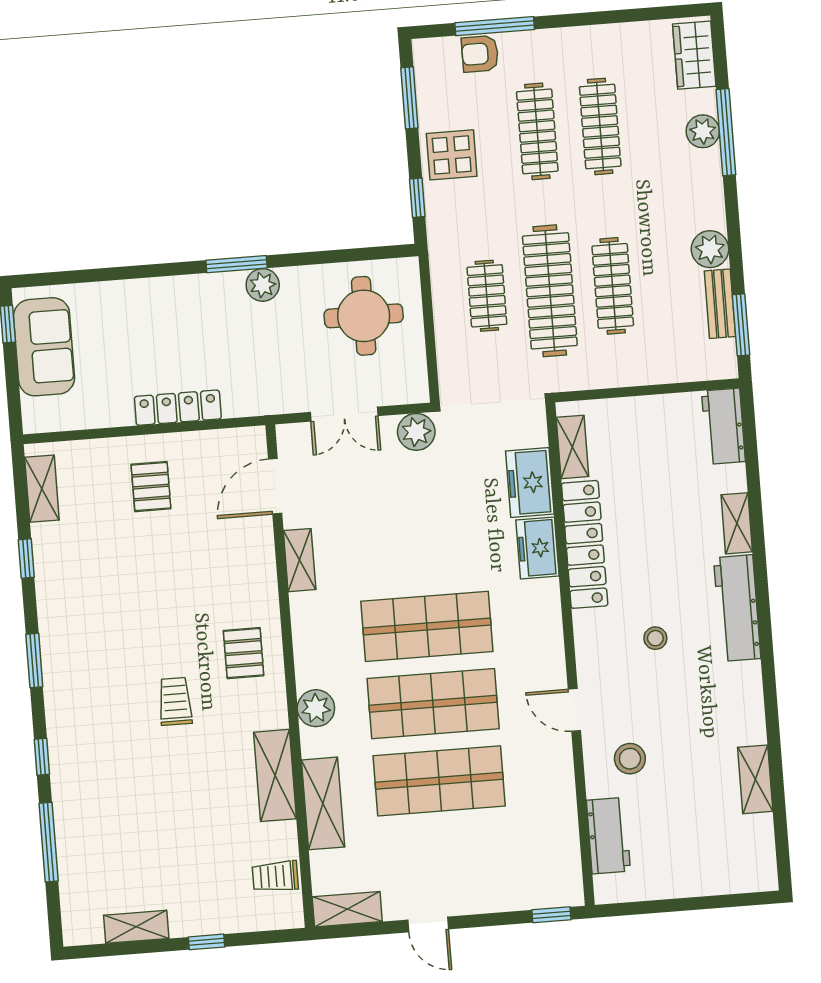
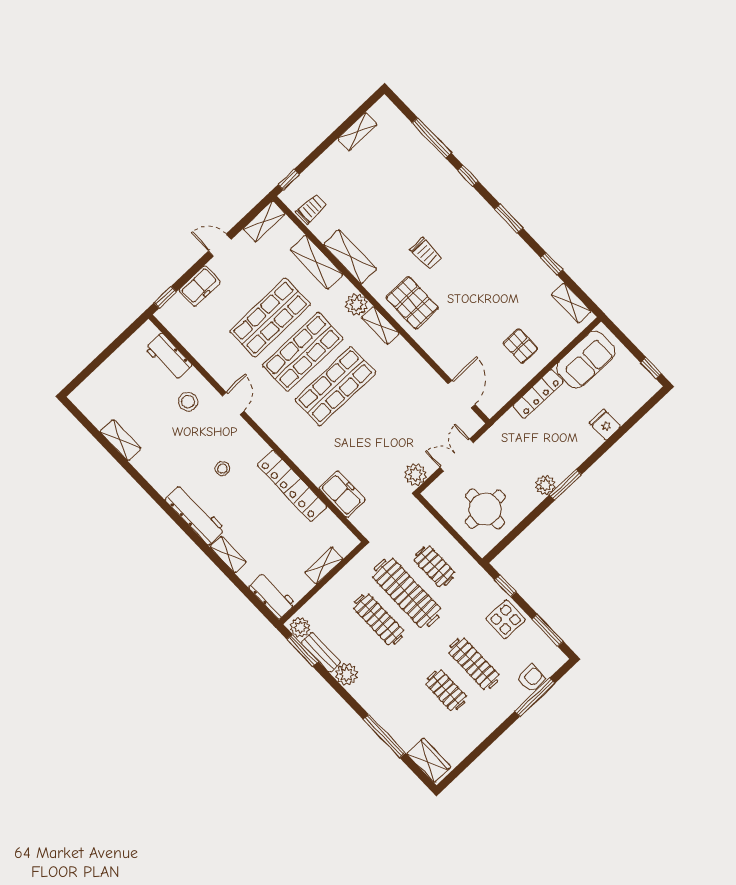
clothes rail: (600, 126) -> (446, 690), width x0.73
plant: (703, 131) -> (300, 627), moved
fridge: (125, 300) -> (605, 425), added
sofa: (44, 347) -> (586, 360), moved, turned -90
shelving: (572, 447) -> (324, 566), moved, turned 90
freezer: (537, 548) -> (200, 286), moved, turned 90
shelving: (300, 560) -> (380, 326), moved
pallet: (244, 653) -> (412, 303), width x1.50, depth x1.42
door: (574, 710) -> (233, 403), hinge flipped
window: (207, 942) -> (289, 180), moved

